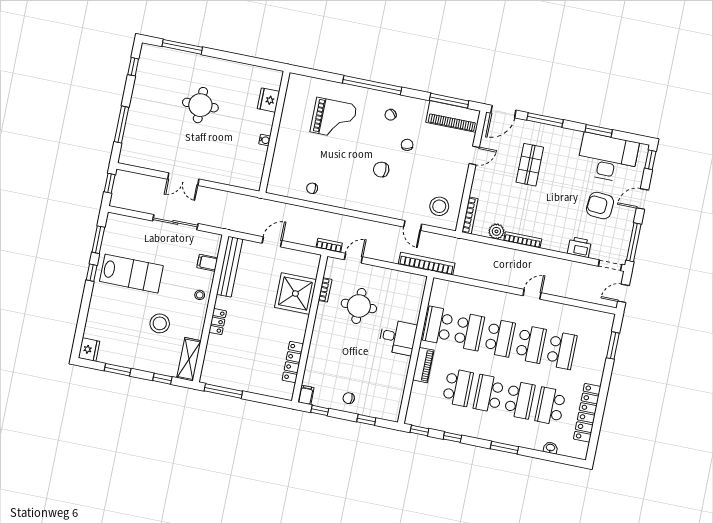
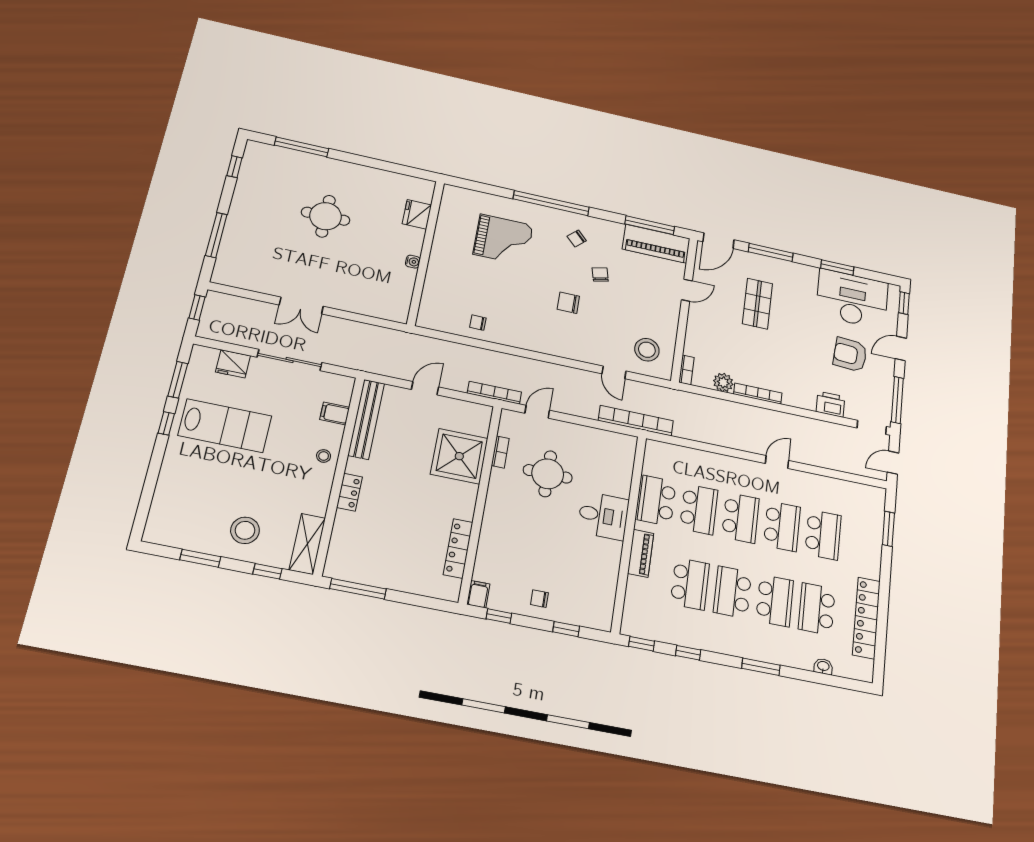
bookcase: (470, 215) -> (686, 370), width x0.64
bookcase: (329, 245) -> (494, 393), width x1.56
stool: (160, 323) -> (245, 530), moved
fridge: (89, 350) -> (233, 364), moved, turned 90

